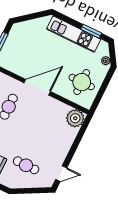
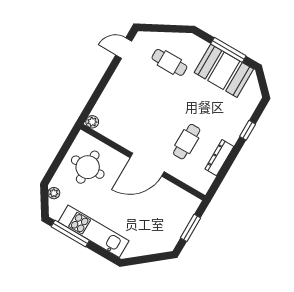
window: (91, 31) -> (70, 233), width x1.44
plant: (75, 118) -> (92, 122), width x0.53, depth x0.53

